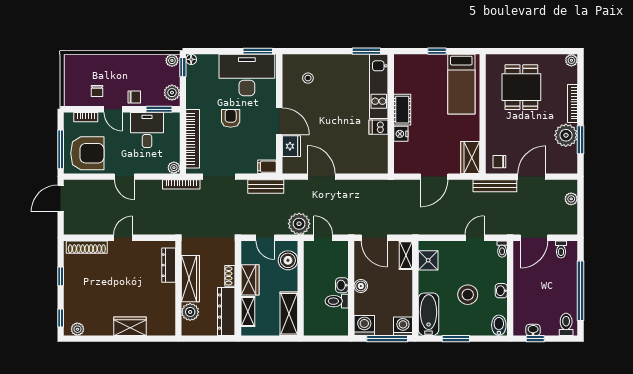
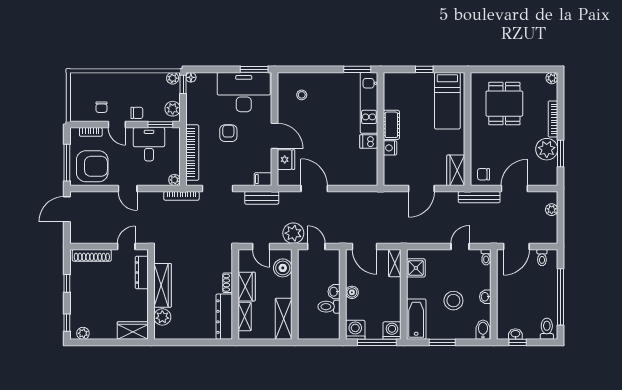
dresser: (169, 265) -> (142, 273), moved
wardrobe: (190, 279) -> (163, 285), moved
wall: (178, 288) -> (151, 294), moved
plant: (190, 312) -> (162, 317), moved

